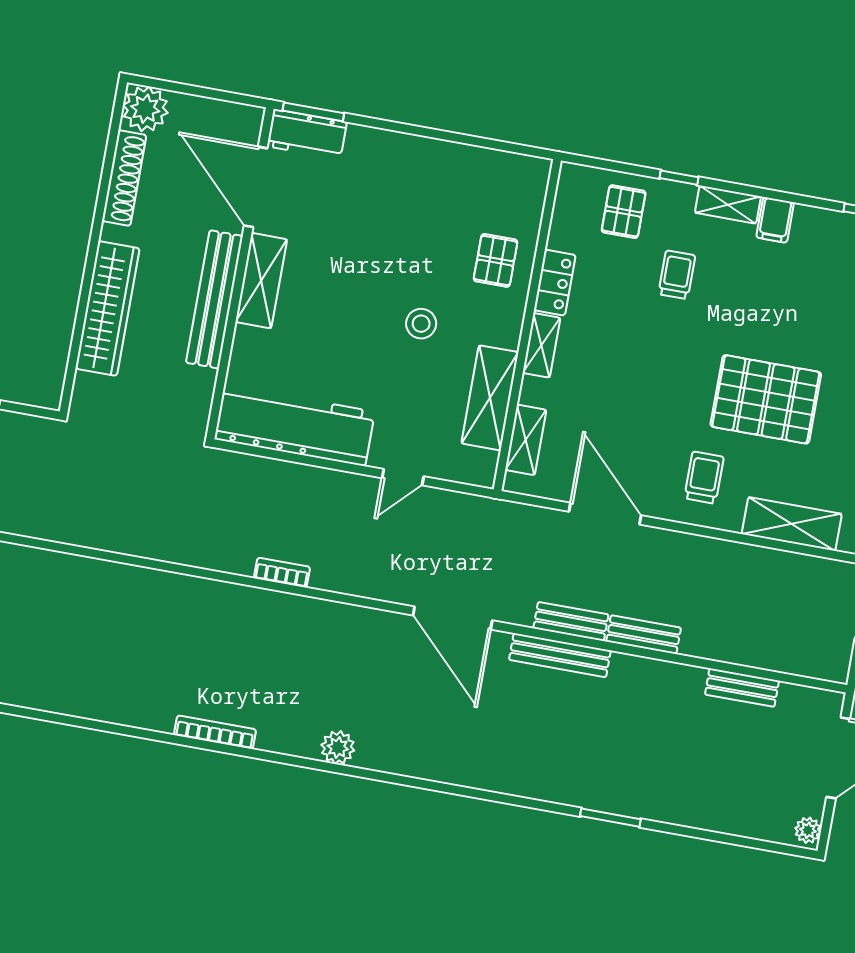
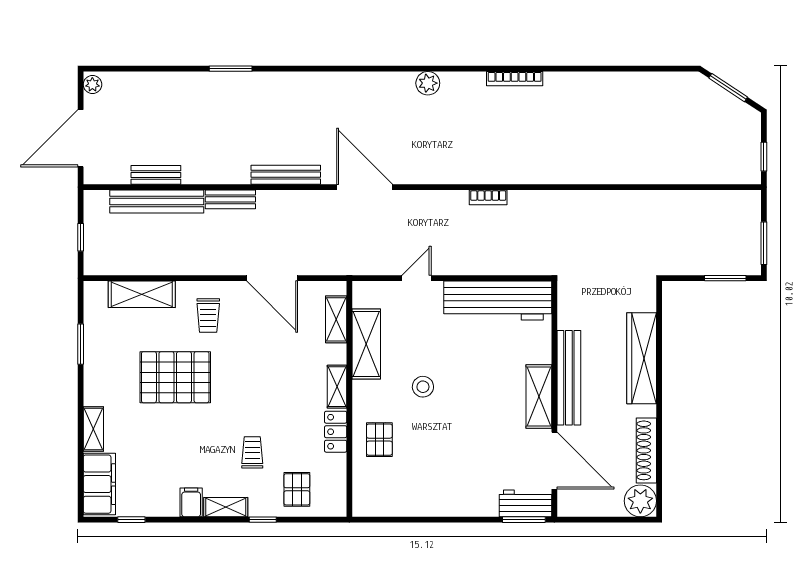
trolley: (677, 275) -> (252, 452), turned 180
bench: (571, 621) -> (157, 201), moved, width x1.86, depth x1.21

